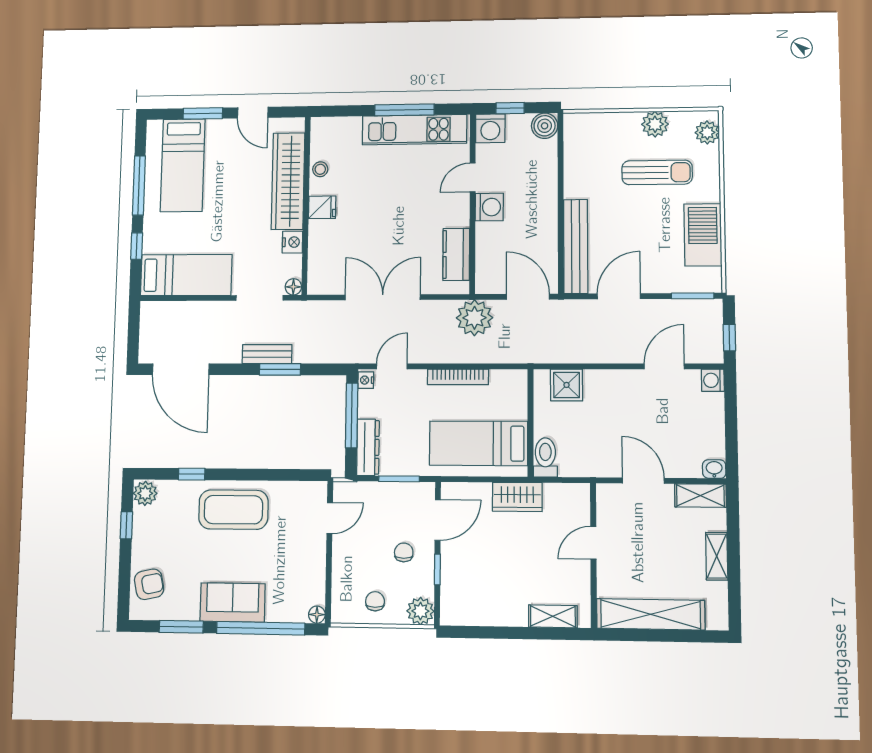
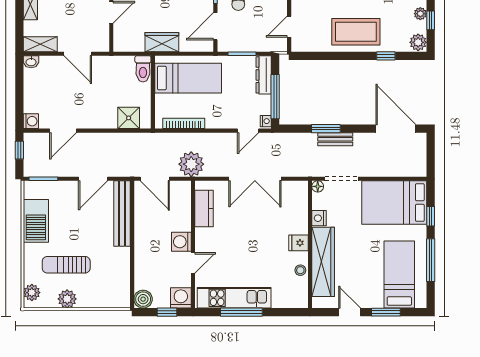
bed: (186, 275) -> (394, 202), width x1.50
bookcase: (458, 377) -> (184, 123), moved
plant: (141, 535) -> (420, 14), added

